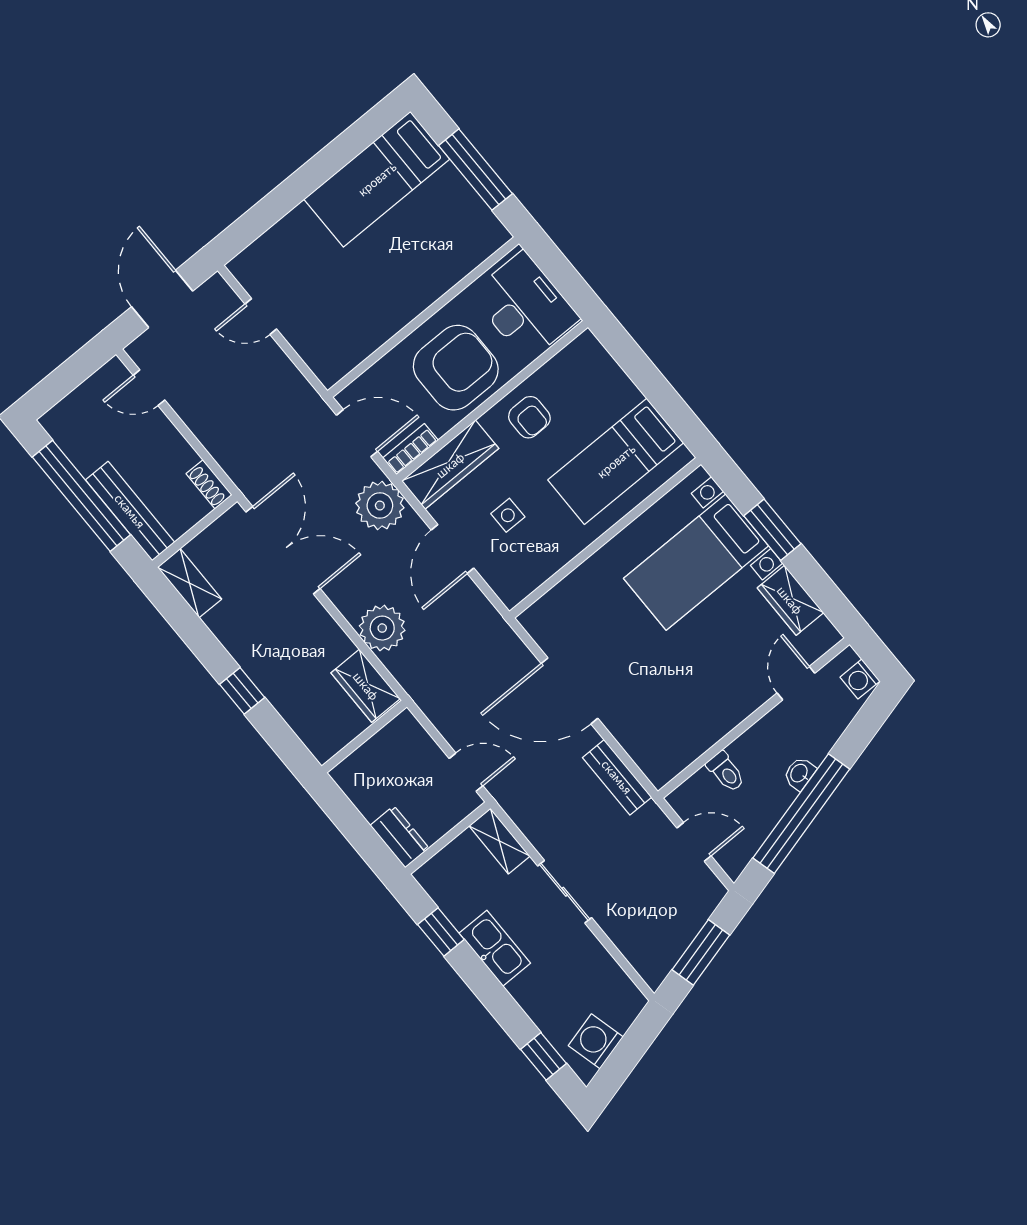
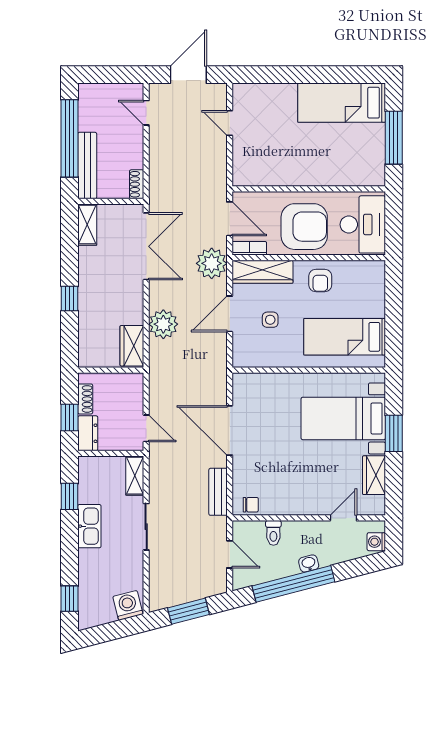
chair: (670, 760) -> (251, 505), added
shoe rack: (362, 797) -> (85, 399), added
window: (362, 836) -> (70, 417), added
washing machine: (596, 1041) -> (128, 605), moved

